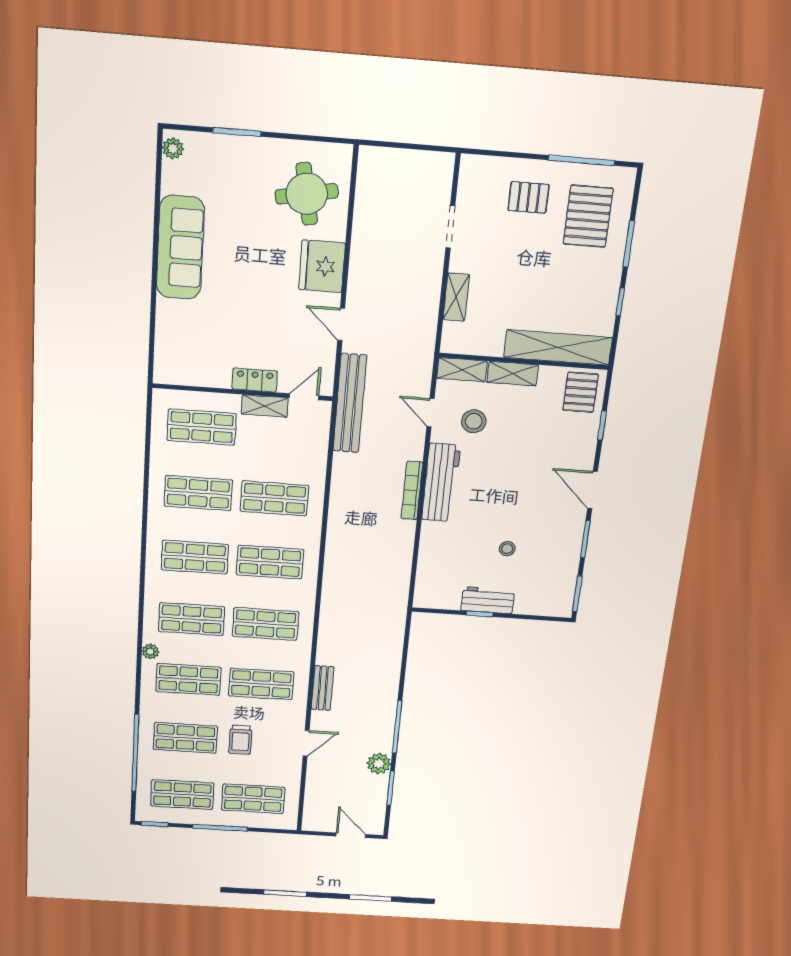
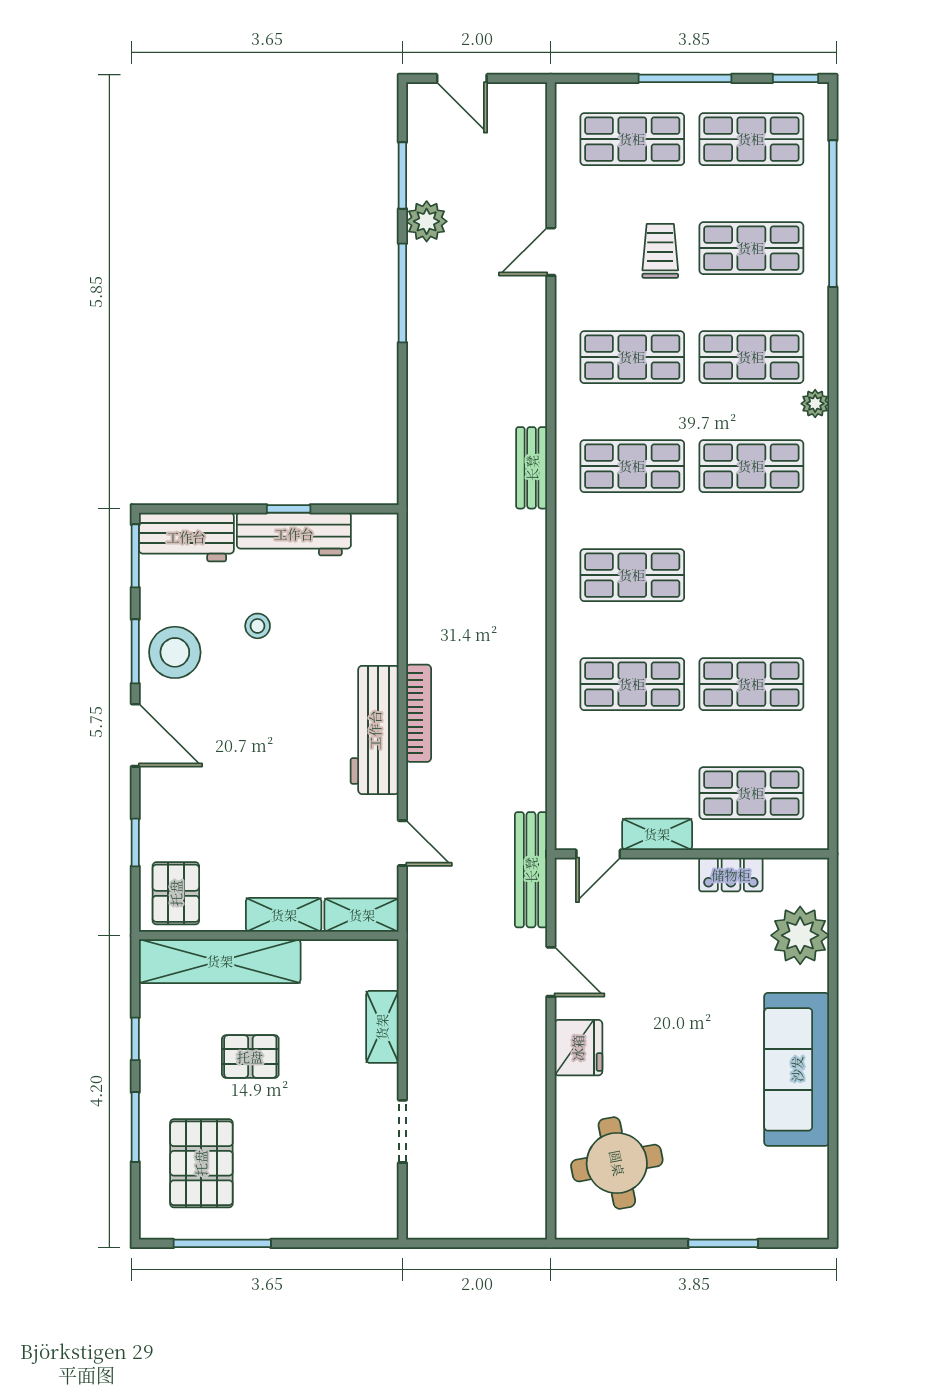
plant: (173, 148) -> (800, 935), moved, width x1.88, depth x1.88
pallet: (528, 197) -> (250, 1057), moved
fridge: (322, 266) -> (578, 1048), width x0.73, depth x0.75
locker: (255, 380) -> (731, 875), moved
bench: (350, 403) -> (531, 870), width x0.73, depth x0.82
stool: (474, 421) -> (175, 652), moved, width x1.38, depth x1.38
shop shelf: (195, 557) -> (751, 575), removed
workbench: (488, 600) -> (294, 534), width x1.37
workbench: (544, 602) -> (186, 537), added
bench: (323, 688) -> (532, 468), moved

